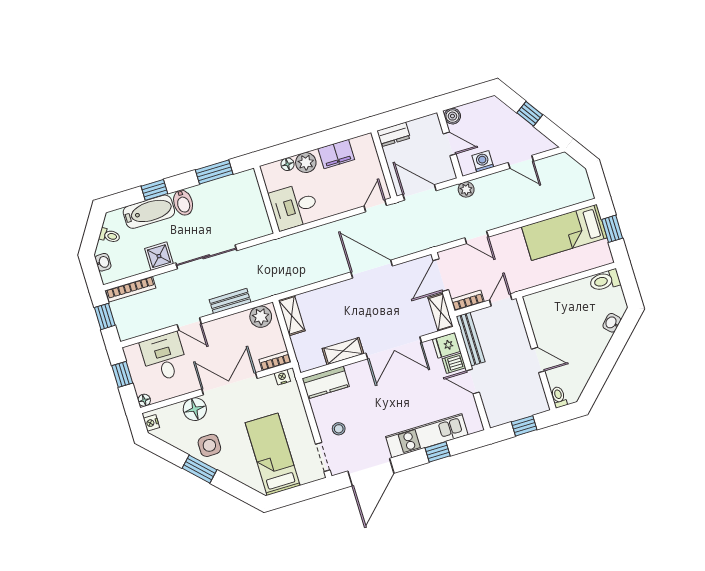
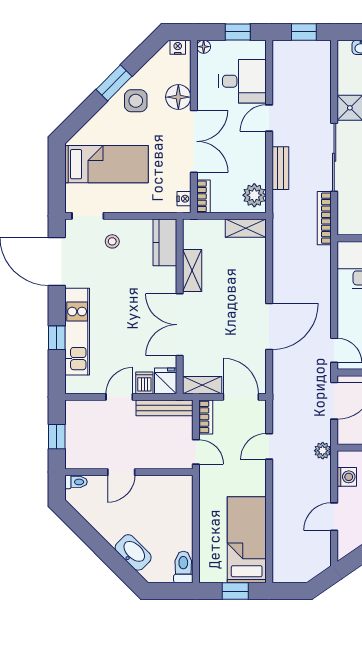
bookcase: (131, 289) -> (324, 218), moved
washbasin: (612, 323) -> (133, 552), width x1.91, depth x1.45

